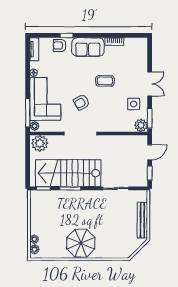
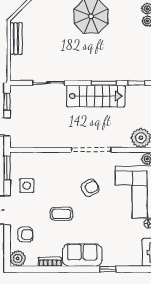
armchair: (60, 46) -> (25, 234), moved
plant: (141, 125) -> (18, 258), moved
stairs: (68, 173) -> (96, 96), width x0.73, depth x0.66
bench: (142, 220) -> (16, 39), width x0.73

